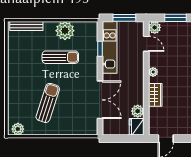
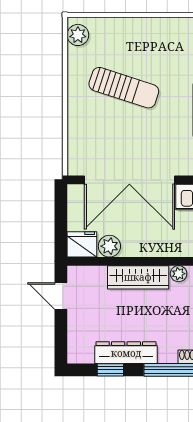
wardrobe: (155, 95) -> (138, 277), width x1.50
double door: (100, 100) -> (129, 180), width x1.36

